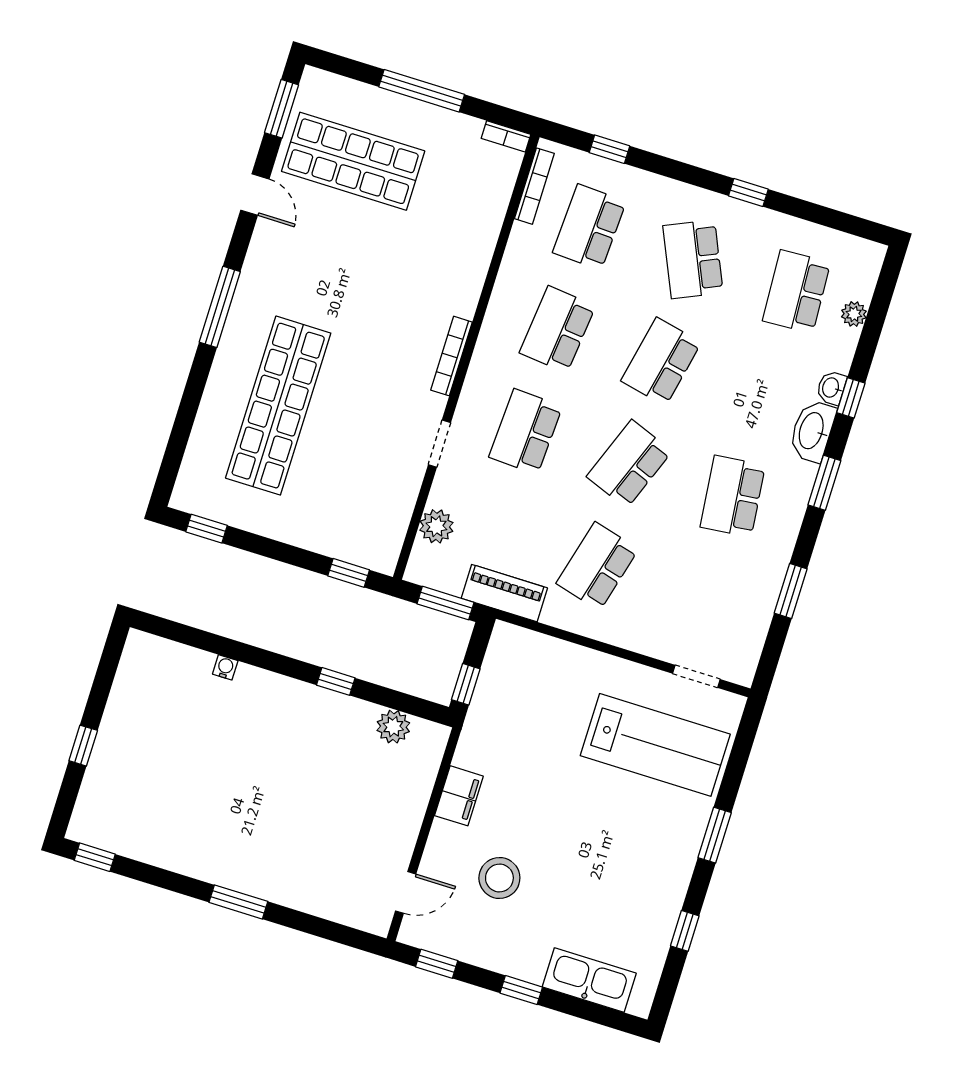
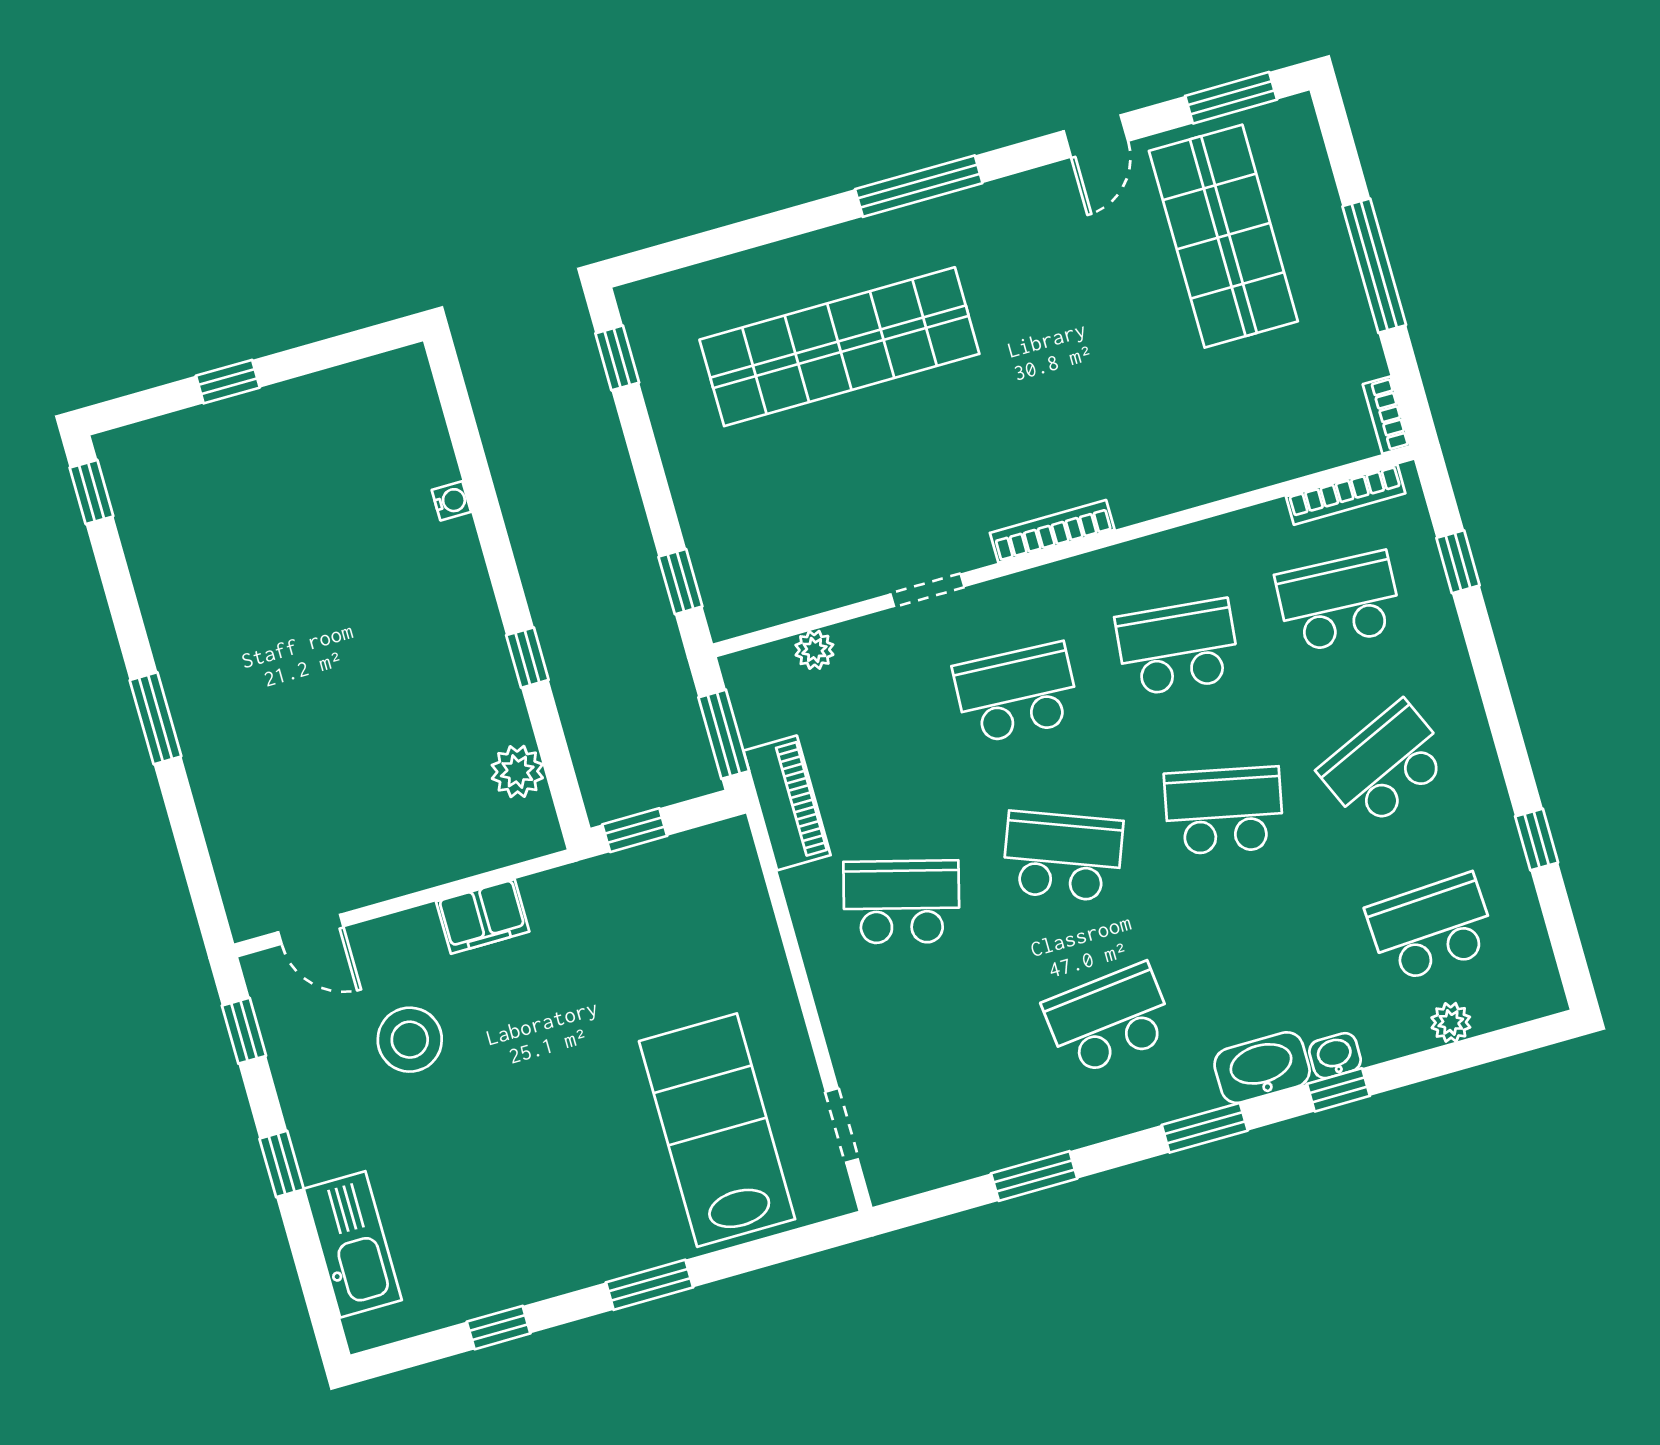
window: (748, 192) -> (1537, 839), moved
plant: (436, 526) -> (814, 650), width x0.73, depth x0.73
lab bench: (655, 745) -> (717, 1130), turned 180

